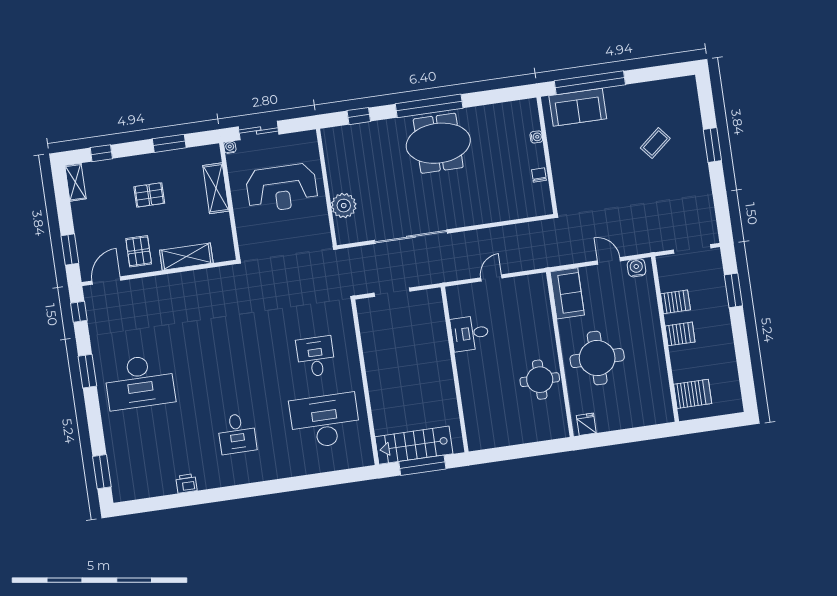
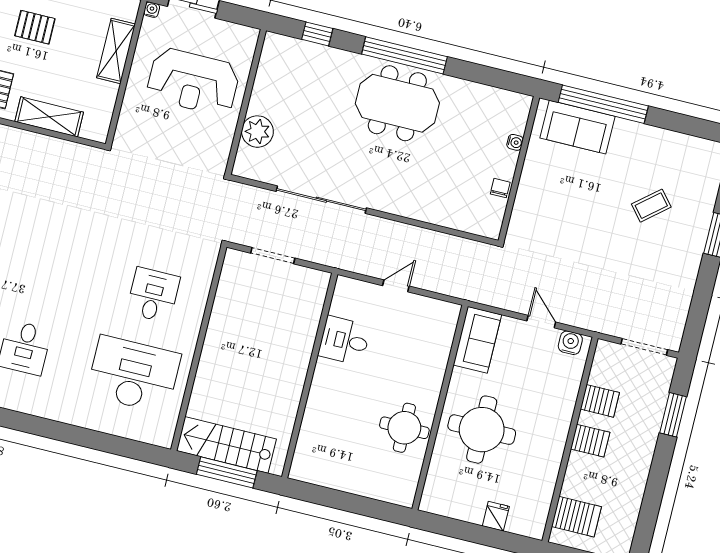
fridge: (586, 424) -> (496, 516), moved

